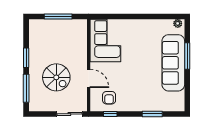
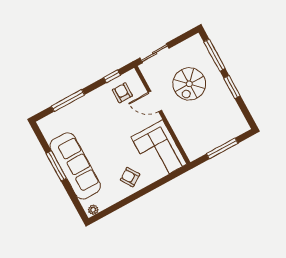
armchair: (137, 33) -> (130, 177), added
window: (187, 56) -> (56, 166), moved
spiral stairs: (56, 77) -> (189, 84), turned -90
window: (152, 114) -> (68, 100), width x1.44

